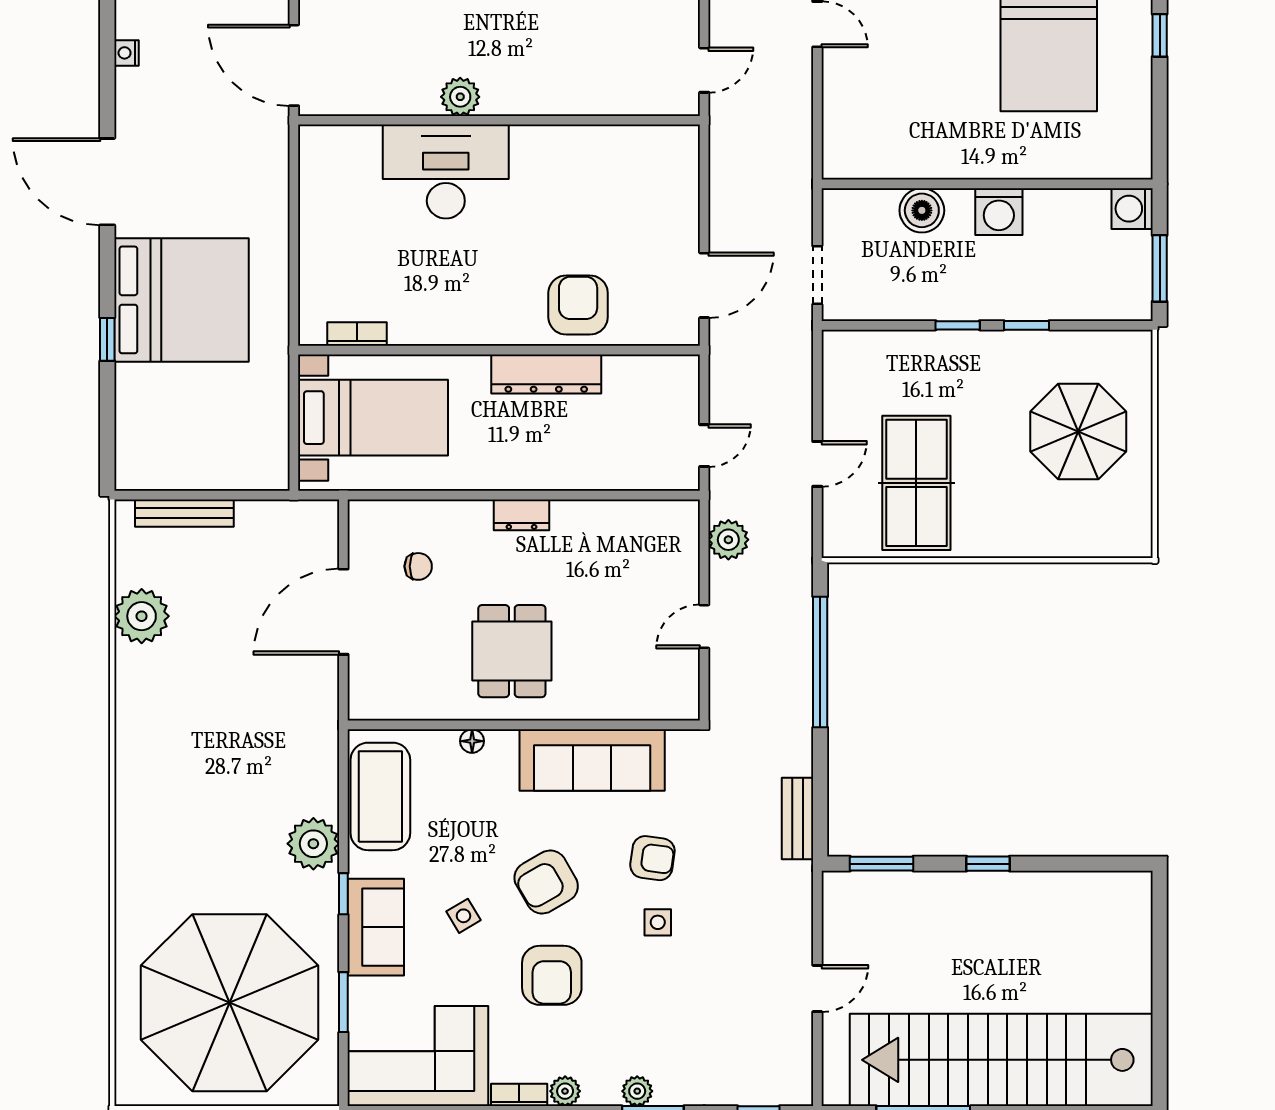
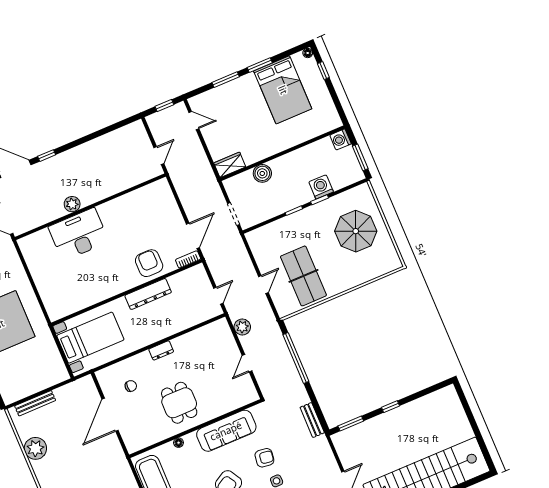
wardrobe: (856, 160) -> (230, 165), added
washing machine: (999, 212) -> (321, 187), moved, turned 180
bookcase: (357, 334) -> (188, 259), moved

